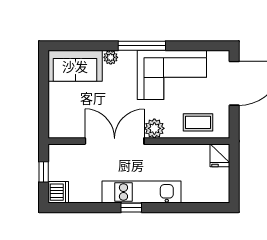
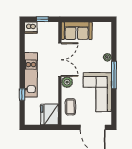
sofa: (75, 66) -> (77, 31), moved, turned -90
fridge: (220, 155) -> (50, 114), width x1.88, depth x1.34
window: (131, 208) -> (22, 95), moved

